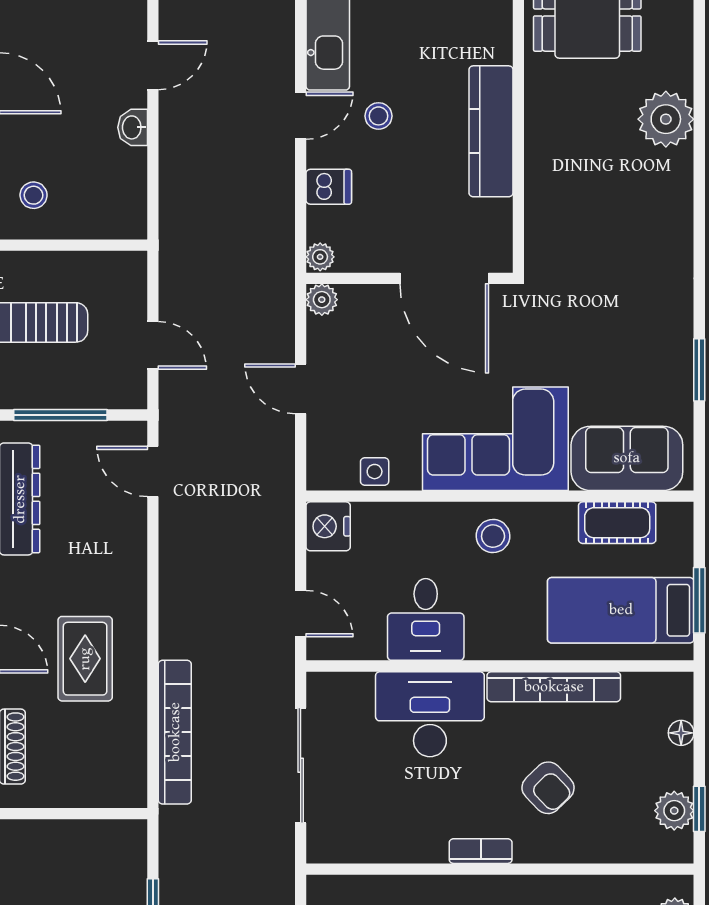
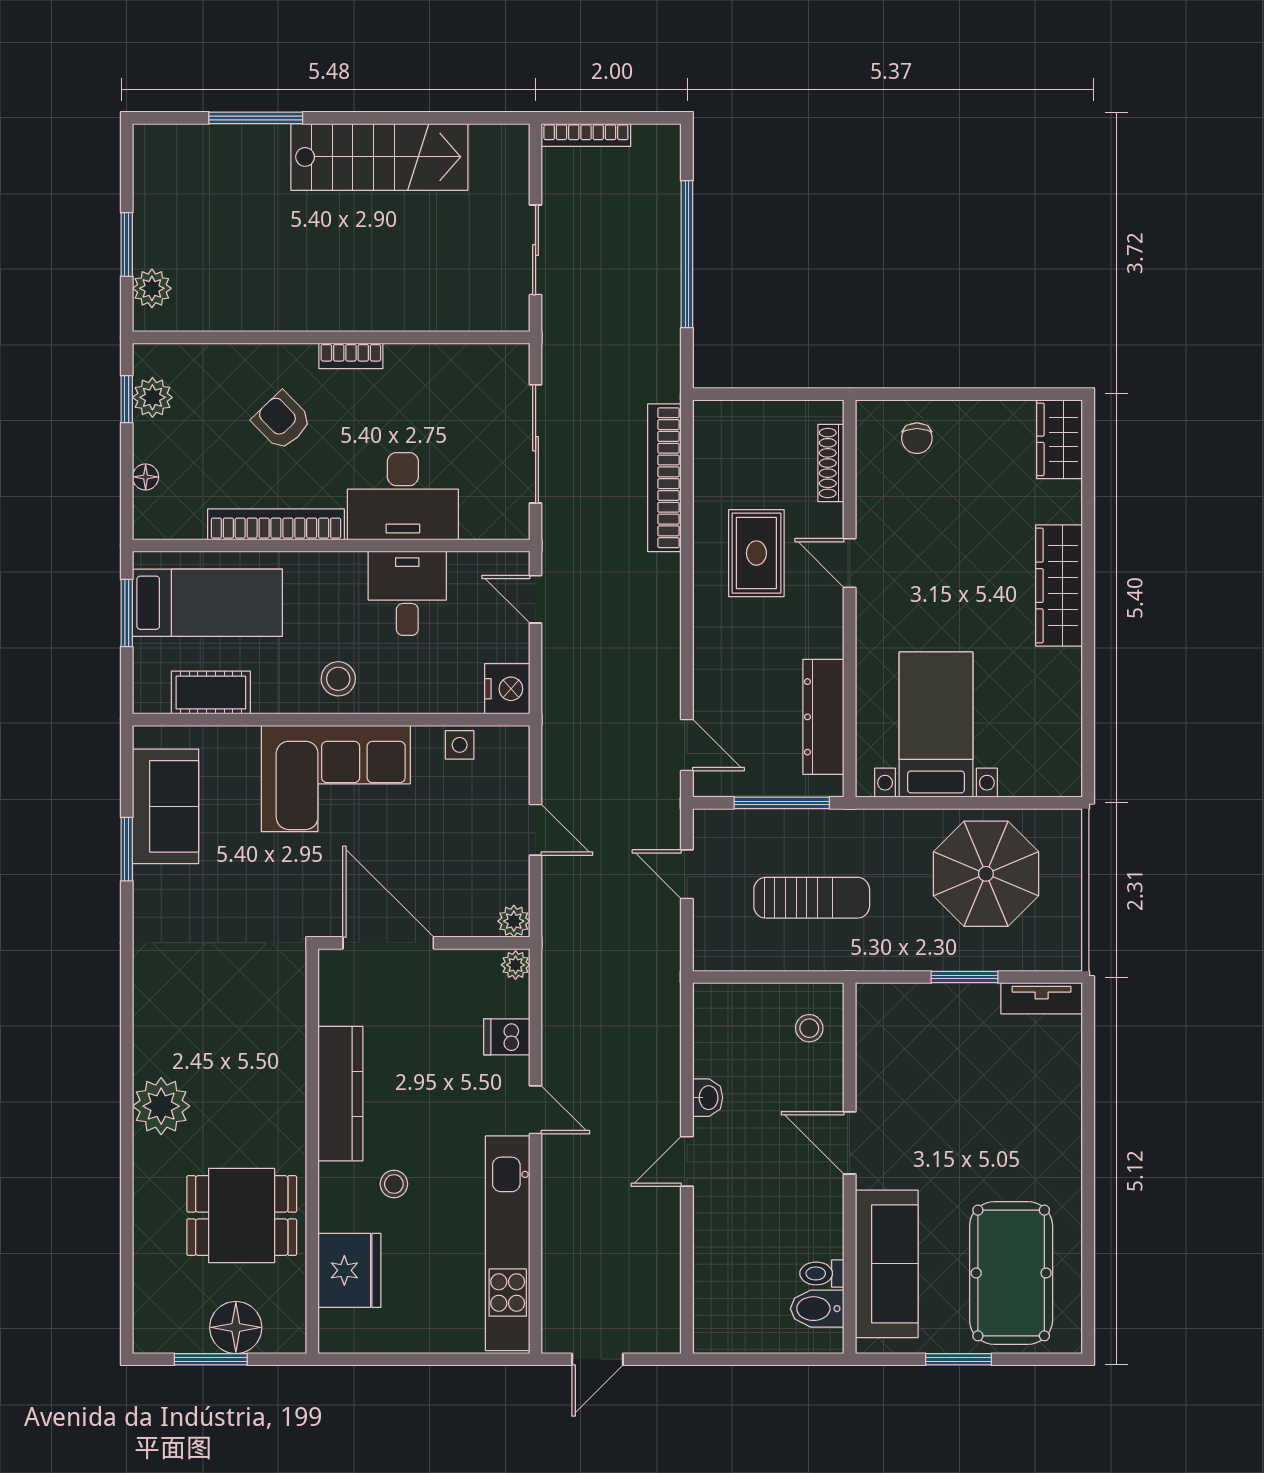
door: (301, 116) -> (536, 1110), swing flipped
stool: (379, 116) -> (394, 1184), moved
sofa: (627, 458) -> (166, 806), moved, turned -90

